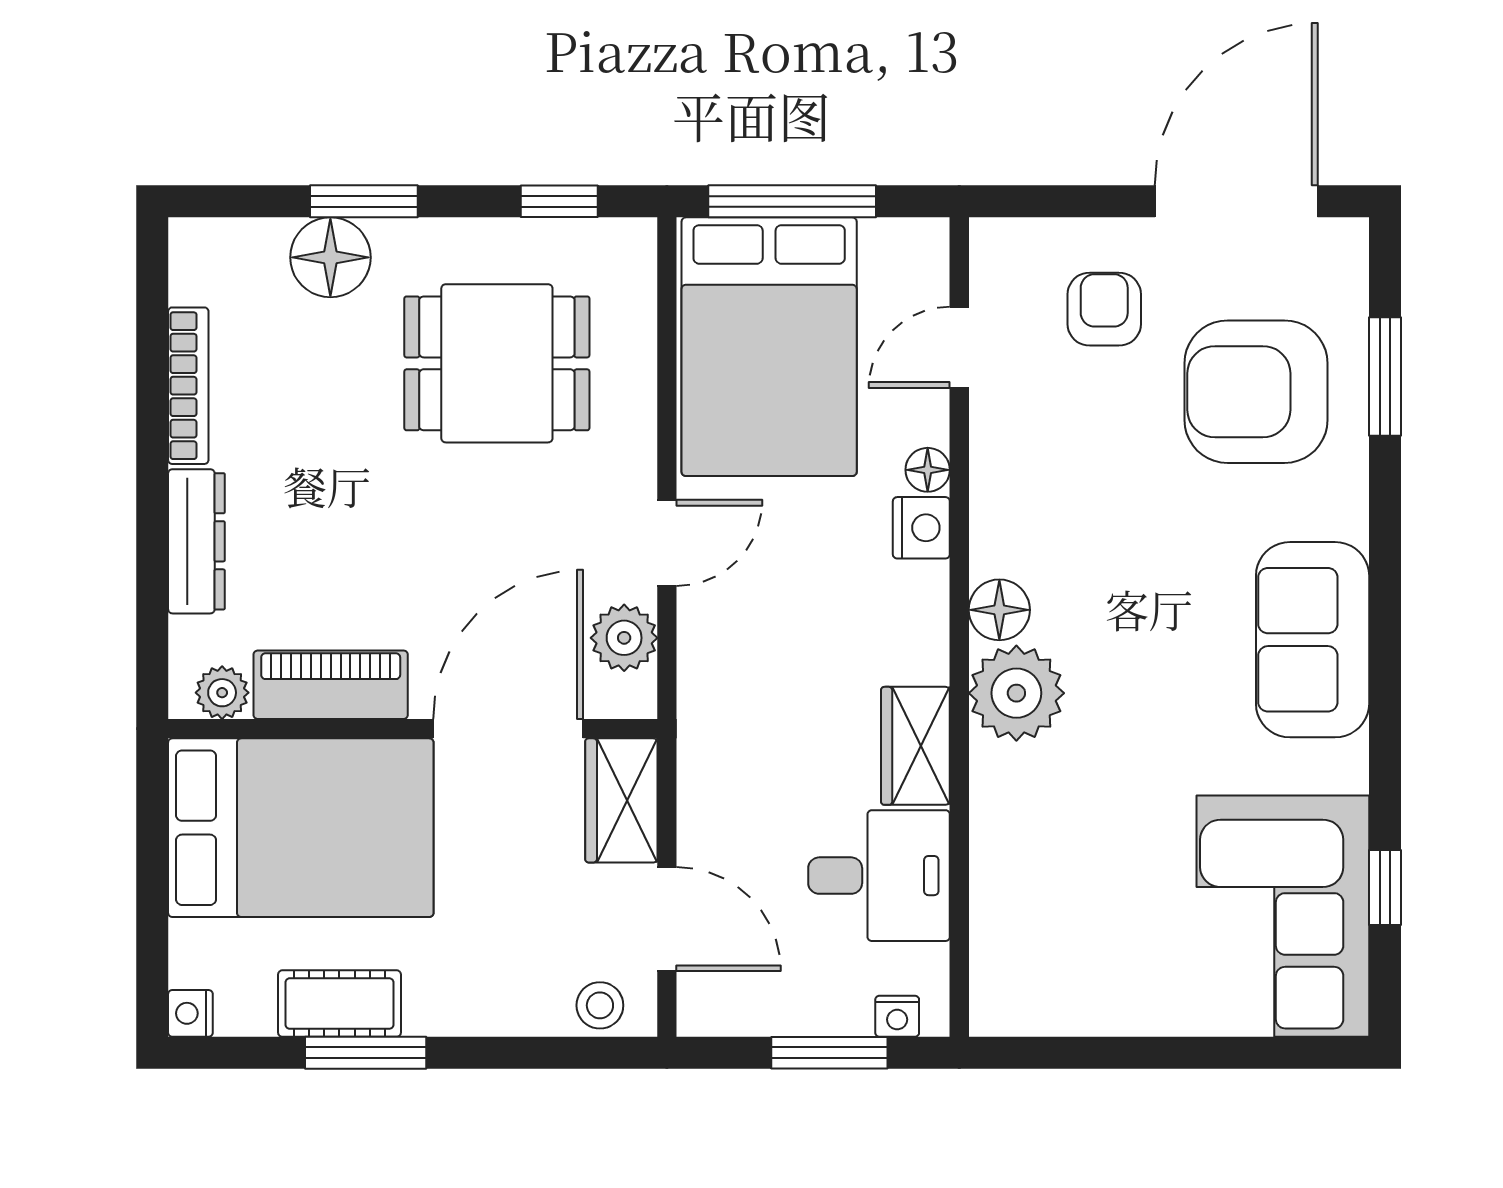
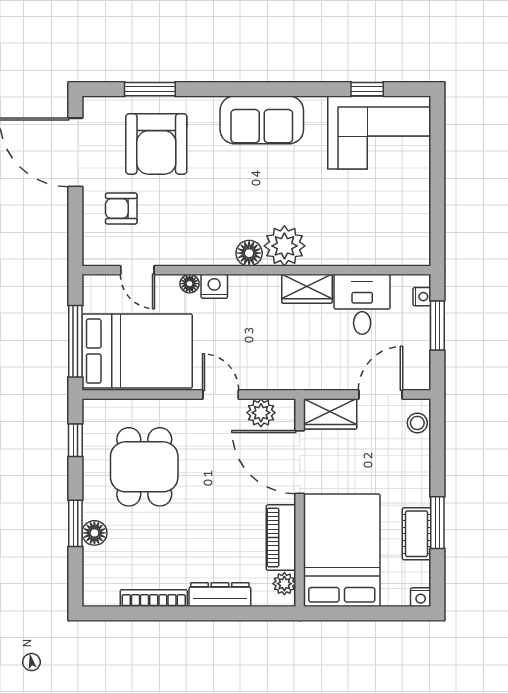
floor lamp: (330, 257) -> (94, 533), width x0.73, depth x0.73

